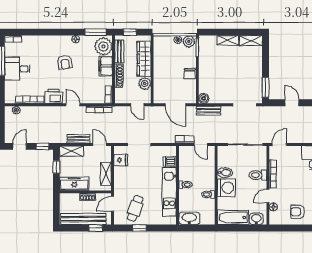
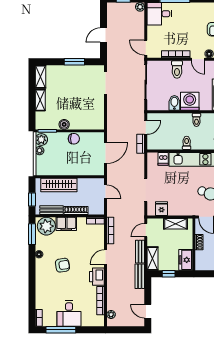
plant: (145, 83) -> (84, 184), removed
window: (265, 87) -> (74, 62), moved
boiler: (204, 98) -> (64, 124), moved
door: (137, 105) -> (106, 192), hinge flipped
bench: (209, 111) -> (140, 276), moved
window: (43, 146) -> (148, 288), removed
freezer: (74, 184) -> (186, 260), width x0.71

